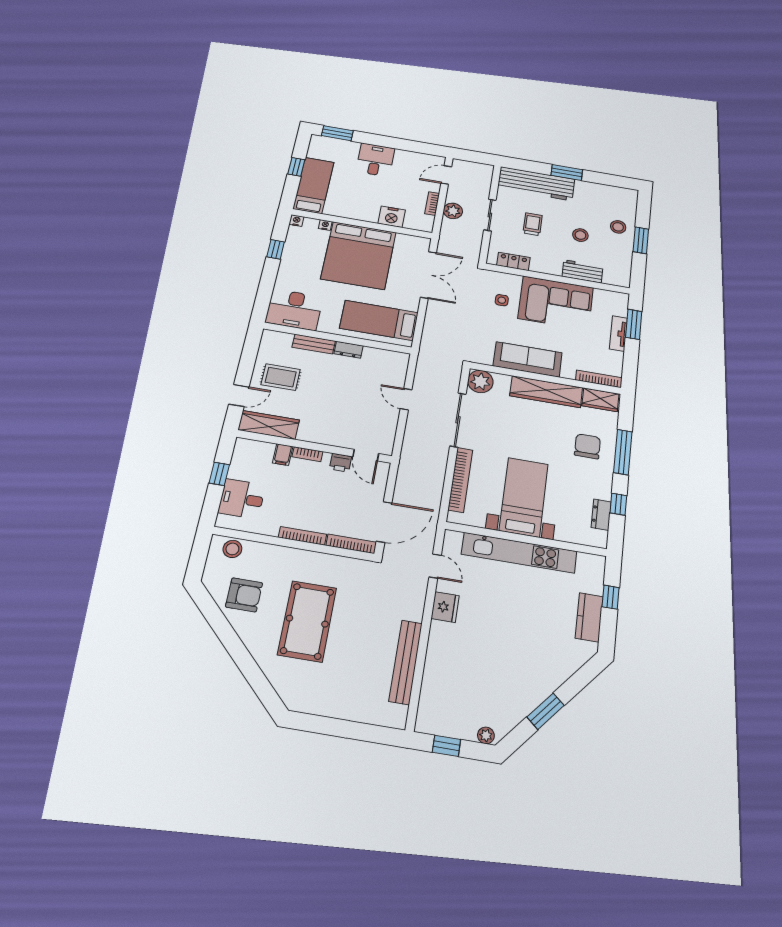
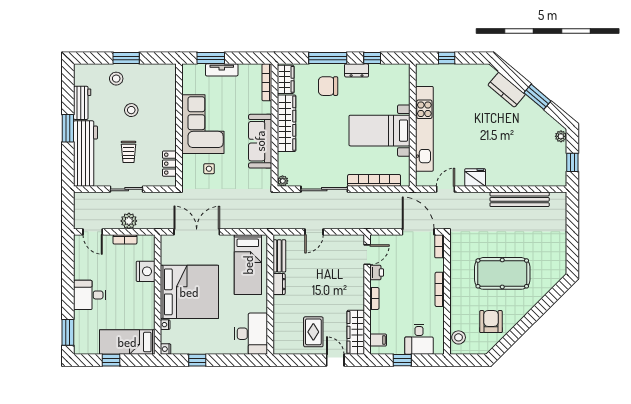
trolley: (533, 224) -> (128, 152), turned -90
workbench: (583, 271) -> (82, 103), moved, turned 180
bench: (314, 344) -> (279, 256), moved
plant: (480, 382) -> (283, 181), width x0.53, depth x0.53
filing cabinet: (283, 455) -> (378, 340), moved
dresser: (601, 515) -> (357, 70), moved
bookcase: (351, 544) -> (439, 246), width x0.64
kitchen counter: (589, 617) -> (507, 90), moved, turned 40

